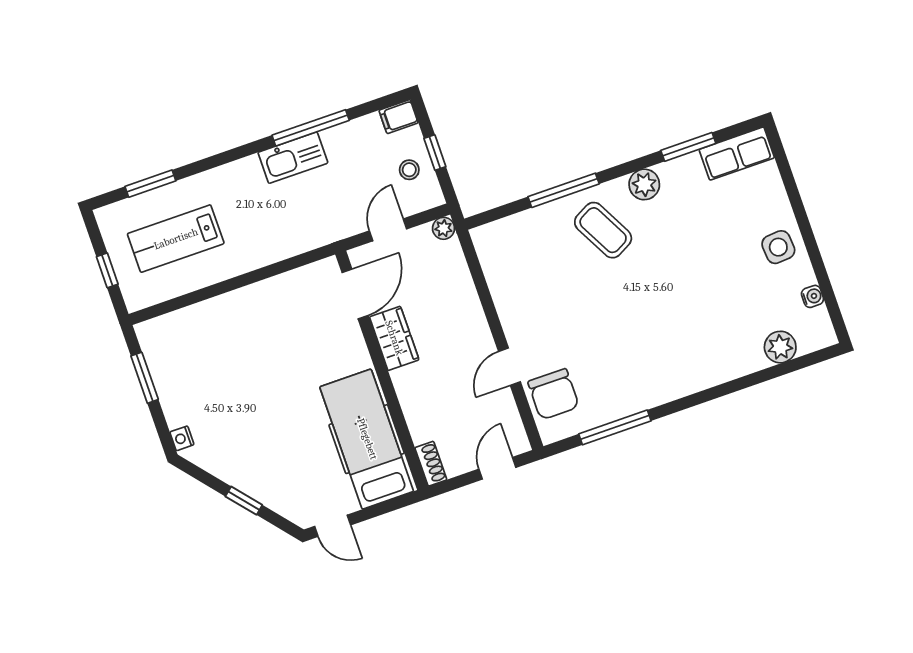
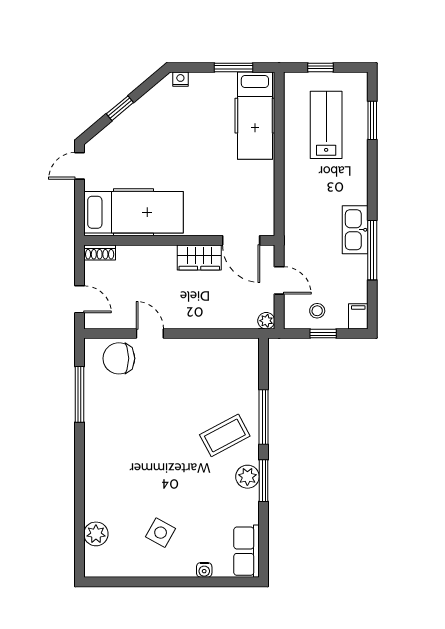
window: (688, 147) -> (264, 481), moved
side table: (778, 247) -> (161, 533), moved, turned 33
water cooler: (812, 296) -> (204, 570), moved
hospital bed: (195, 331) -> (255, 116), added

